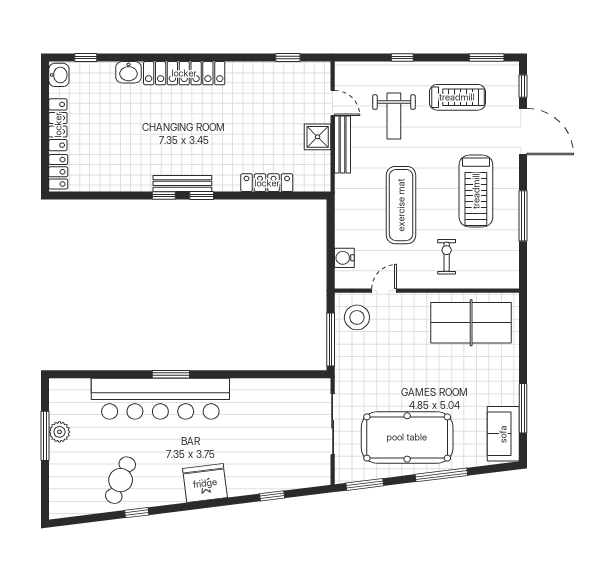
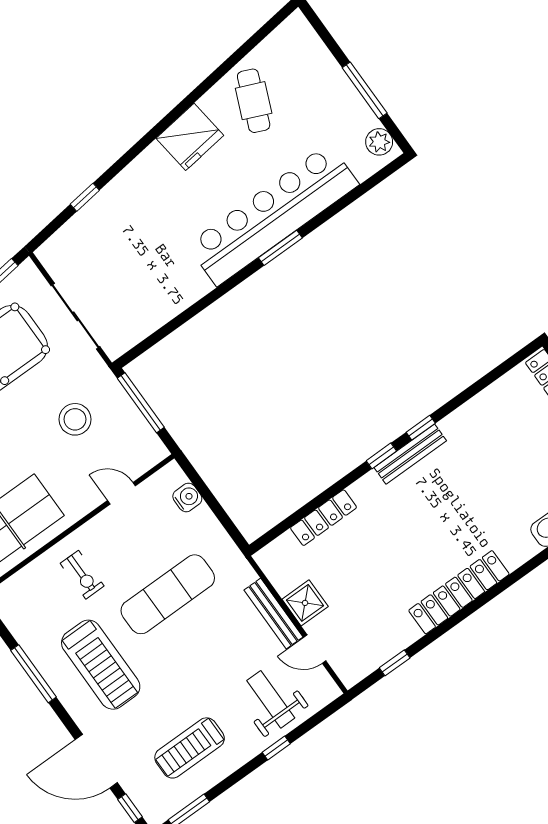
locker: (184, 73) -> (459, 592), moved
weight bench: (394, 116) -> (271, 699), moved
treadmill: (476, 191) -> (101, 665), turned 180
exercise mat: (401, 205) -> (168, 594), turned 90
door: (384, 291) -> (122, 493), swing flipped
stool: (357, 317) -> (75, 419), moved
plant: (59, 432) -> (379, 142), moved
fridge: (205, 483) -> (190, 137), moved
window: (137, 513) -> (213, 79), removed

